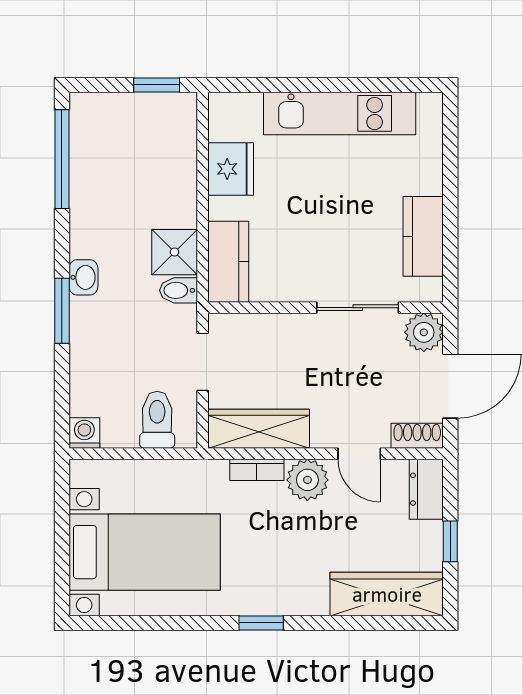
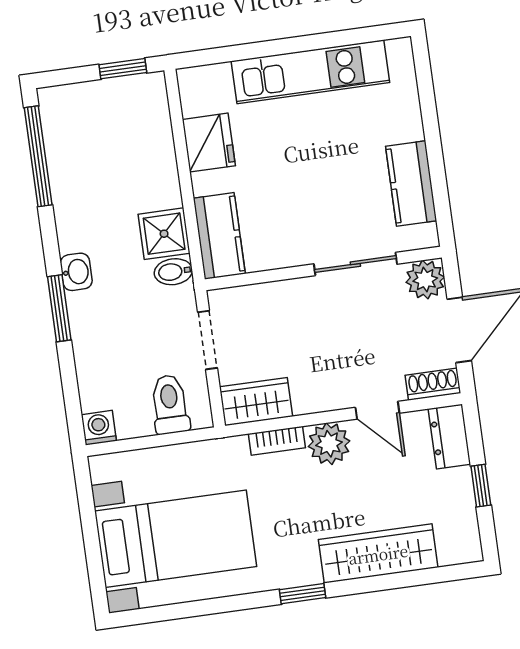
wardrobe: (259, 429) -> (256, 402), width x0.67
wardrobe: (387, 594) -> (378, 554), moved

